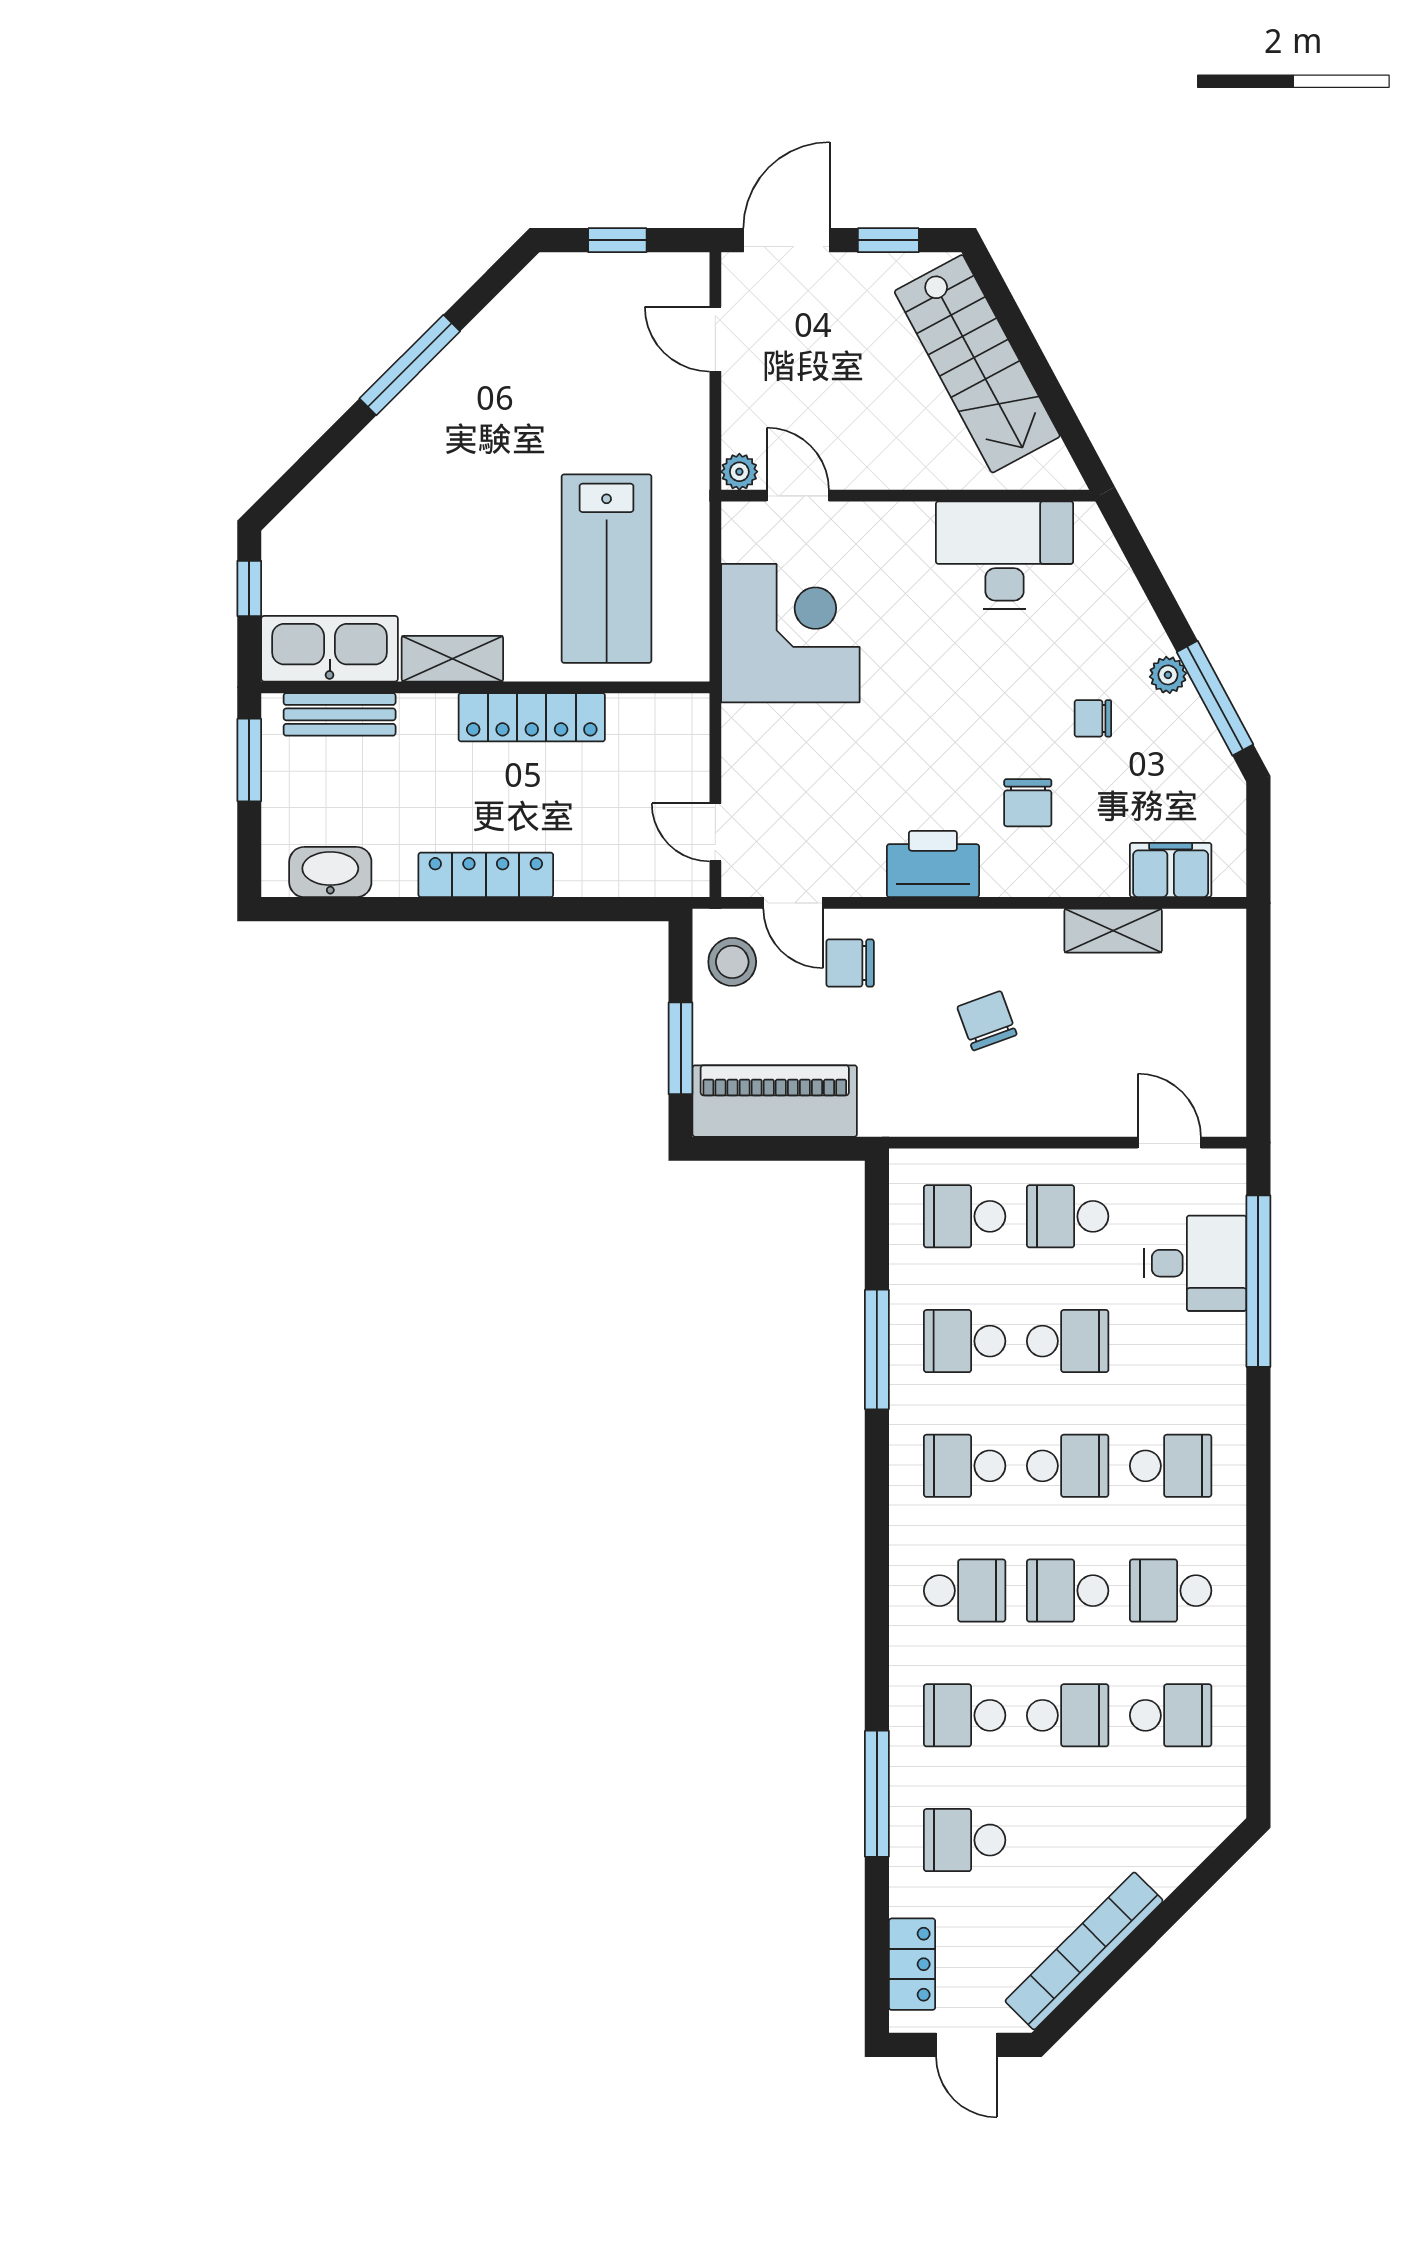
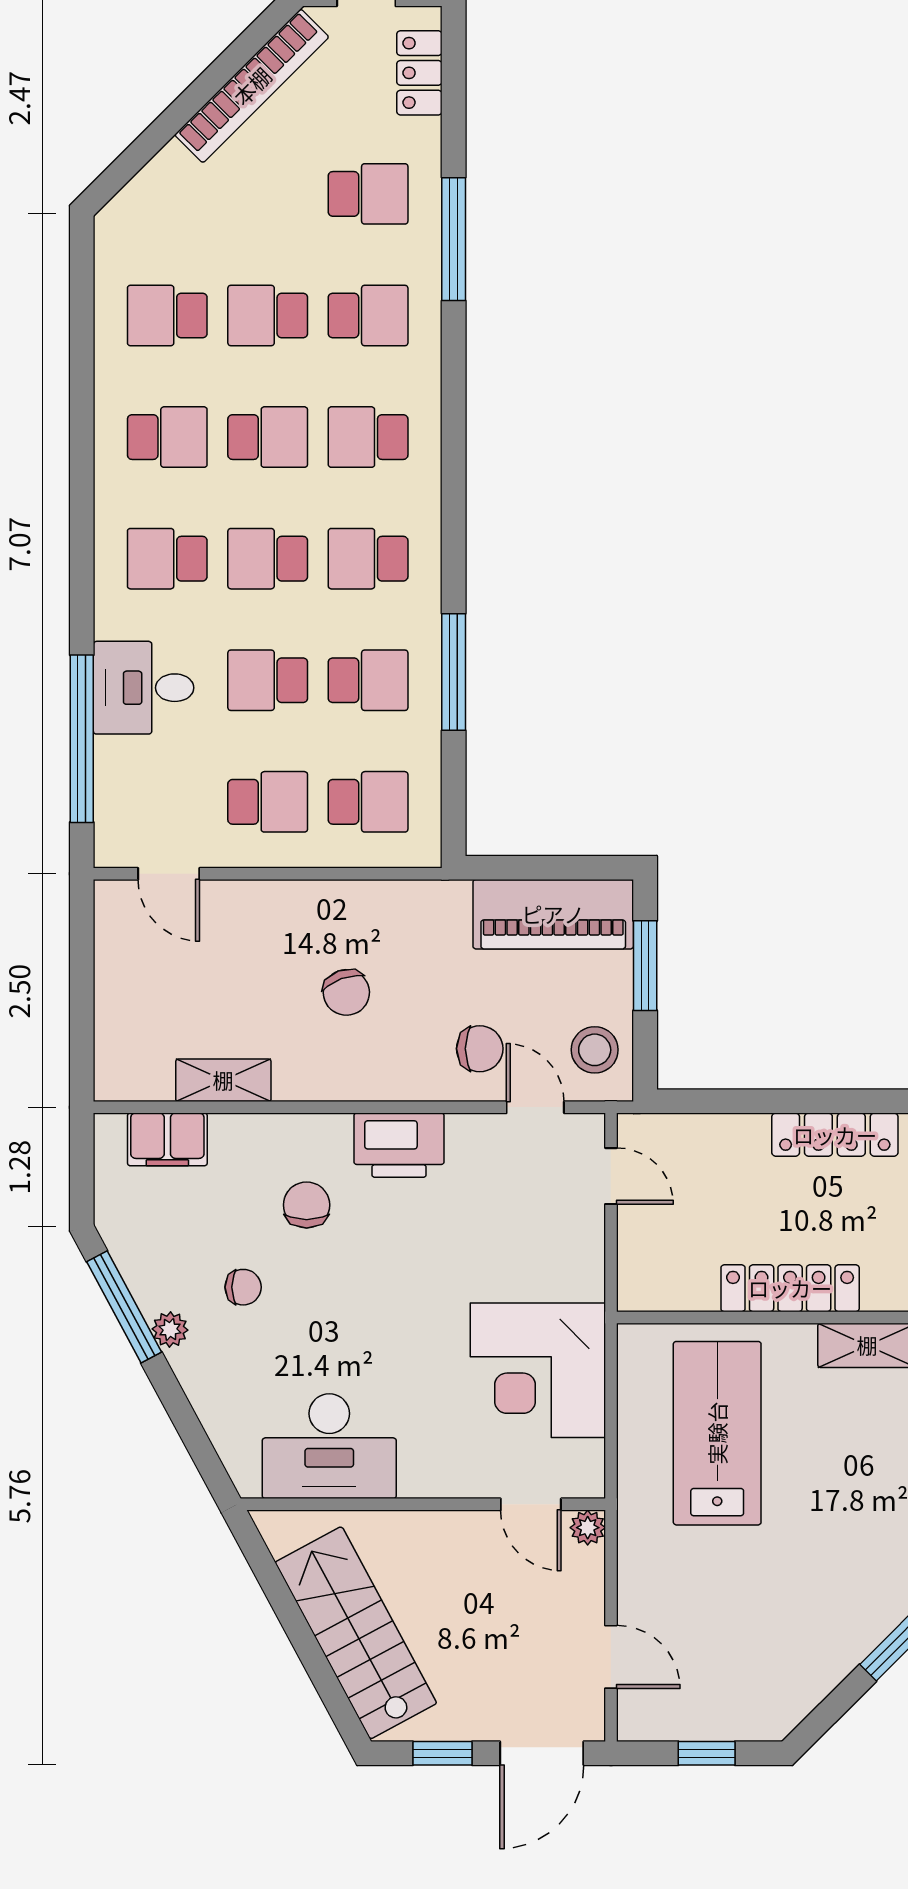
desk: (1195, 1263) -> (144, 688), moved
school desk: (965, 1466) -> (368, 559), turned 180

